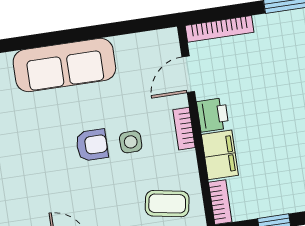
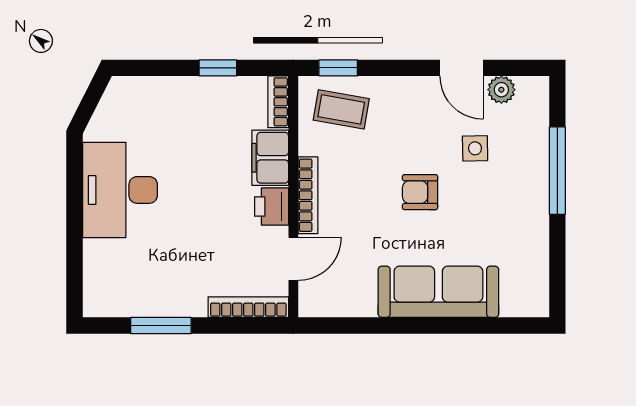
bookcase: (184, 129) -> (308, 195), width x1.56
side table: (131, 142) -> (475, 148), moved

